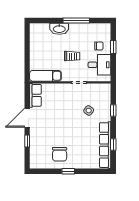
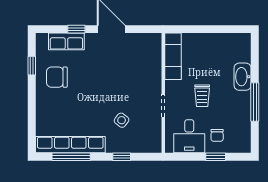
row of seats: (35, 95) -> (66, 41), moved
window: (113, 145) -> (71, 157), width x2.17
window: (68, 171) -> (32, 66), moved

